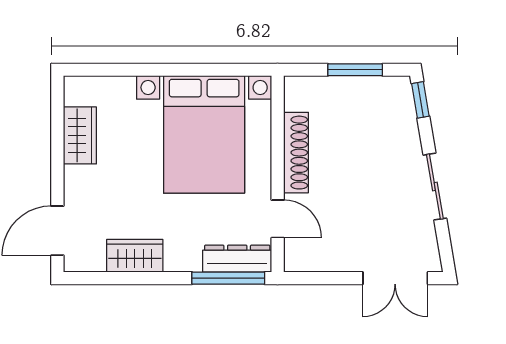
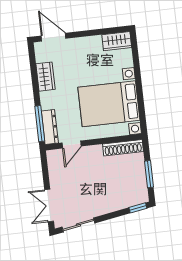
wardrobe: (80, 135) -> (117, 41), moved
shoe rack: (296, 153) -> (123, 148), moved
sliding door: (435, 187) -> (78, 225), moved

